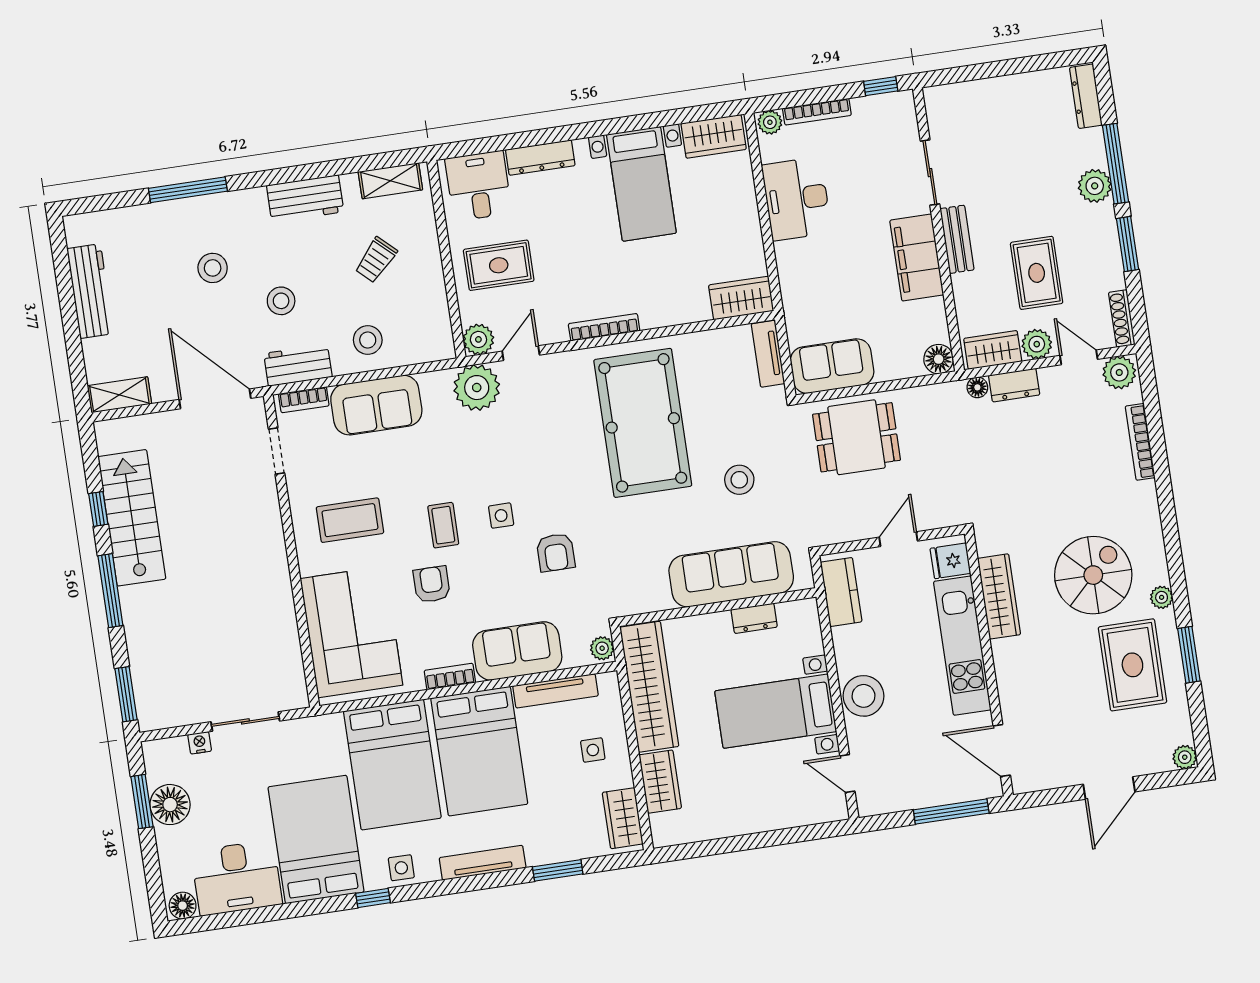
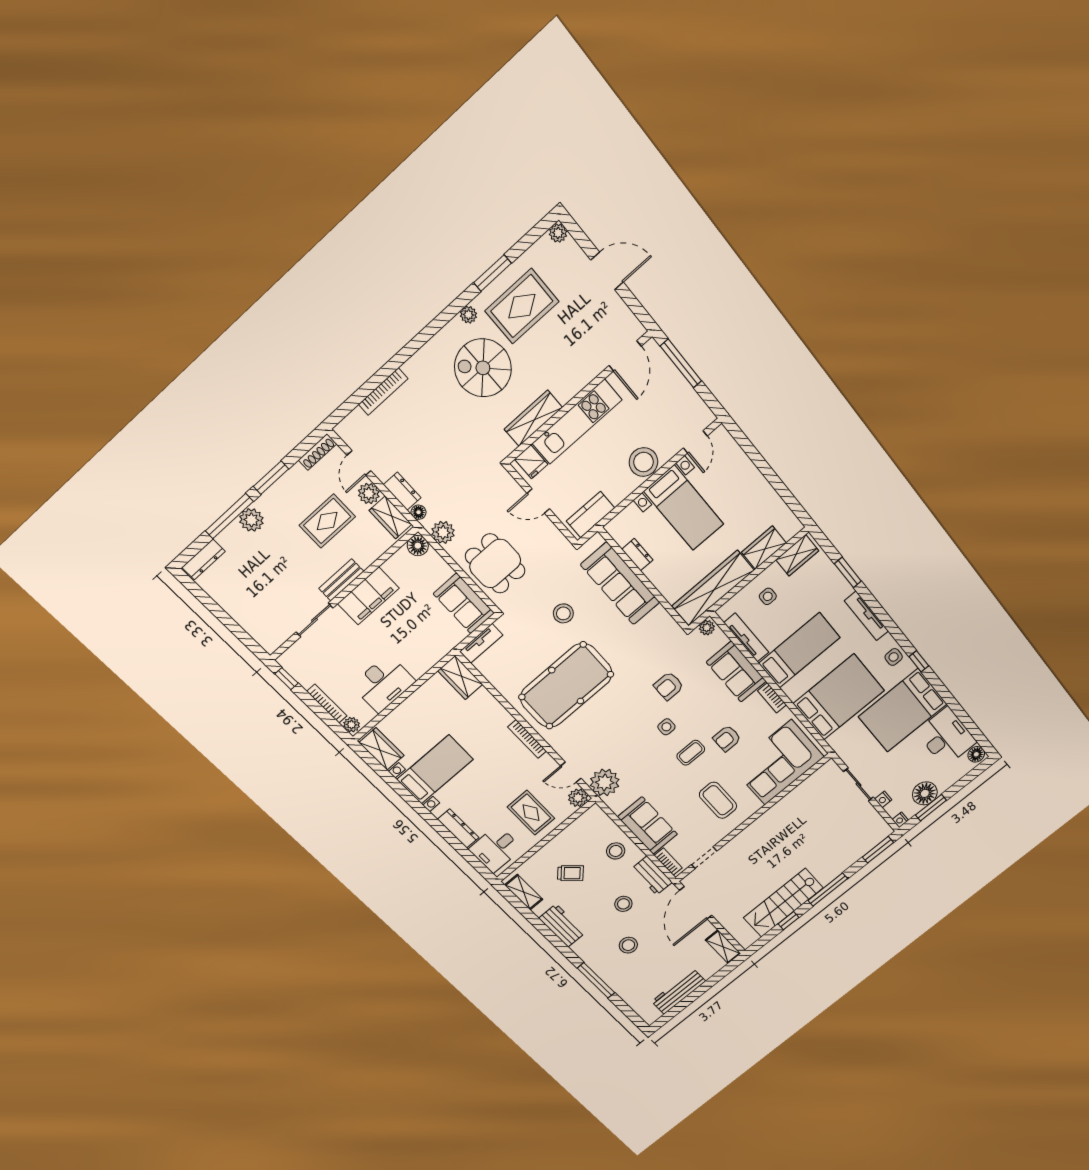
plant: (1119, 372) -> (443, 532), moved
armchair: (556, 552) -> (669, 686), turned 180
nightstand: (152, 749) -> (900, 820), added
bed: (479, 751) -> (799, 650), width x0.67

